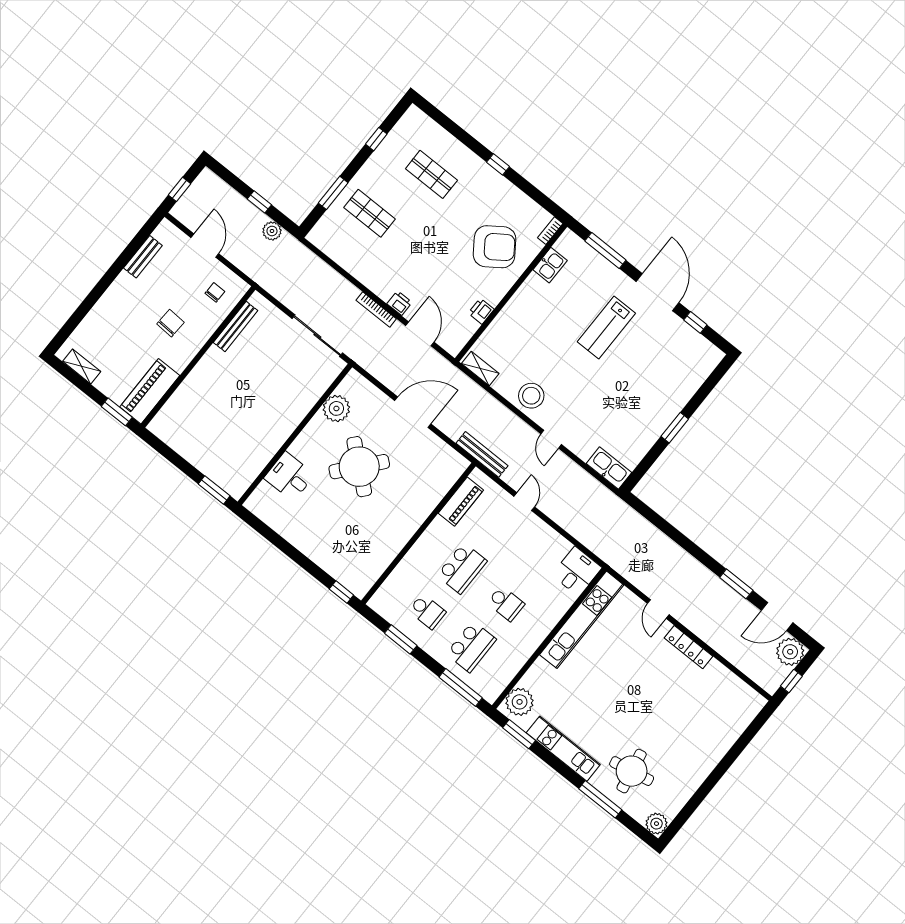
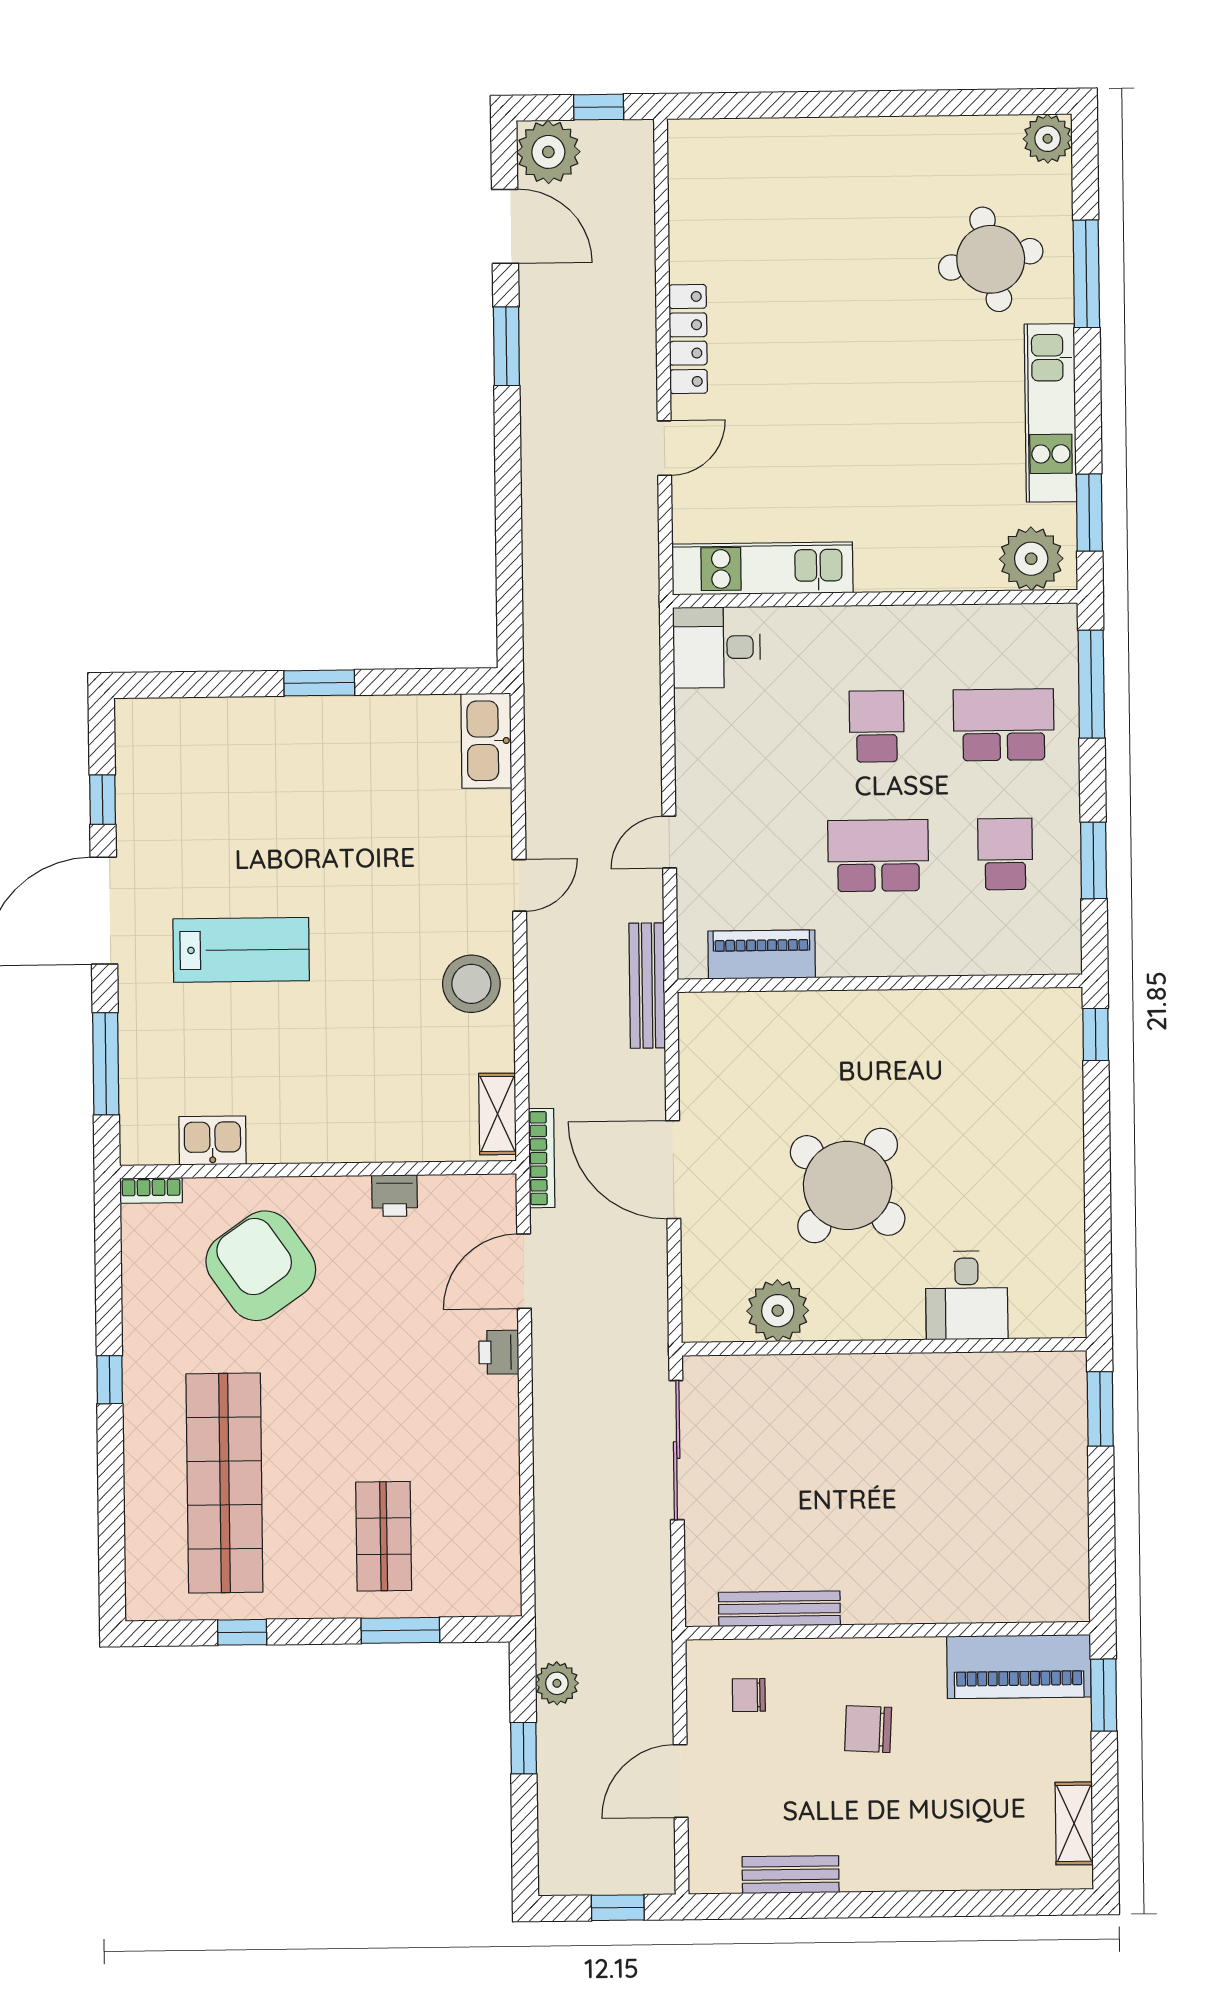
shop shelf: (431, 174) -> (224, 1483), width x2.00, depth x1.36
bookcase: (376, 309) -> (542, 1158), moved
kitchen unit: (582, 620) -> (762, 568), width x0.73

